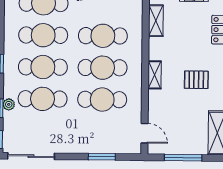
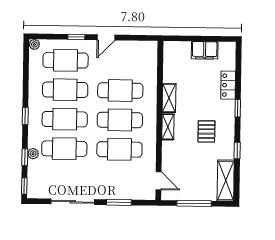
shelving: (156, 21) -> (169, 98), moved
pallet: (196, 80) -> (206, 131), turned 90
sliding door: (31, 156) -> (73, 202), moved

